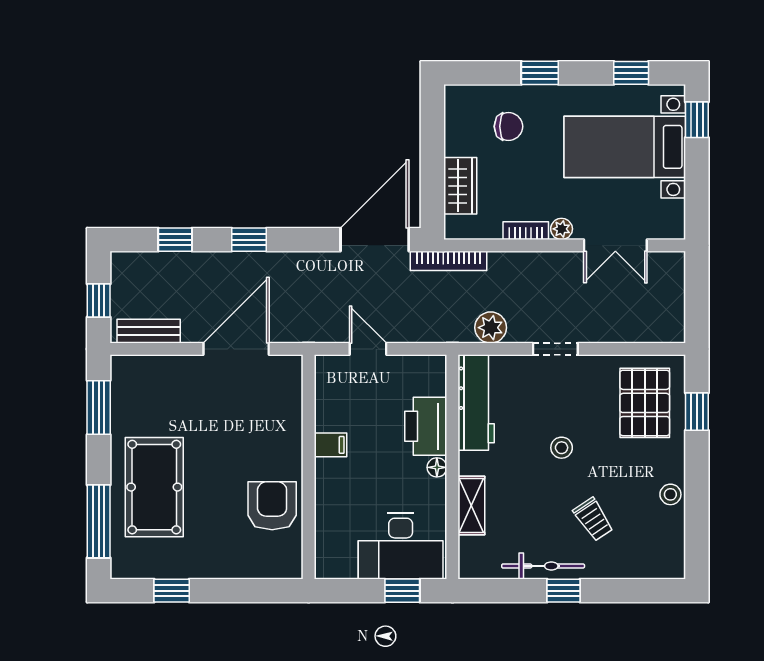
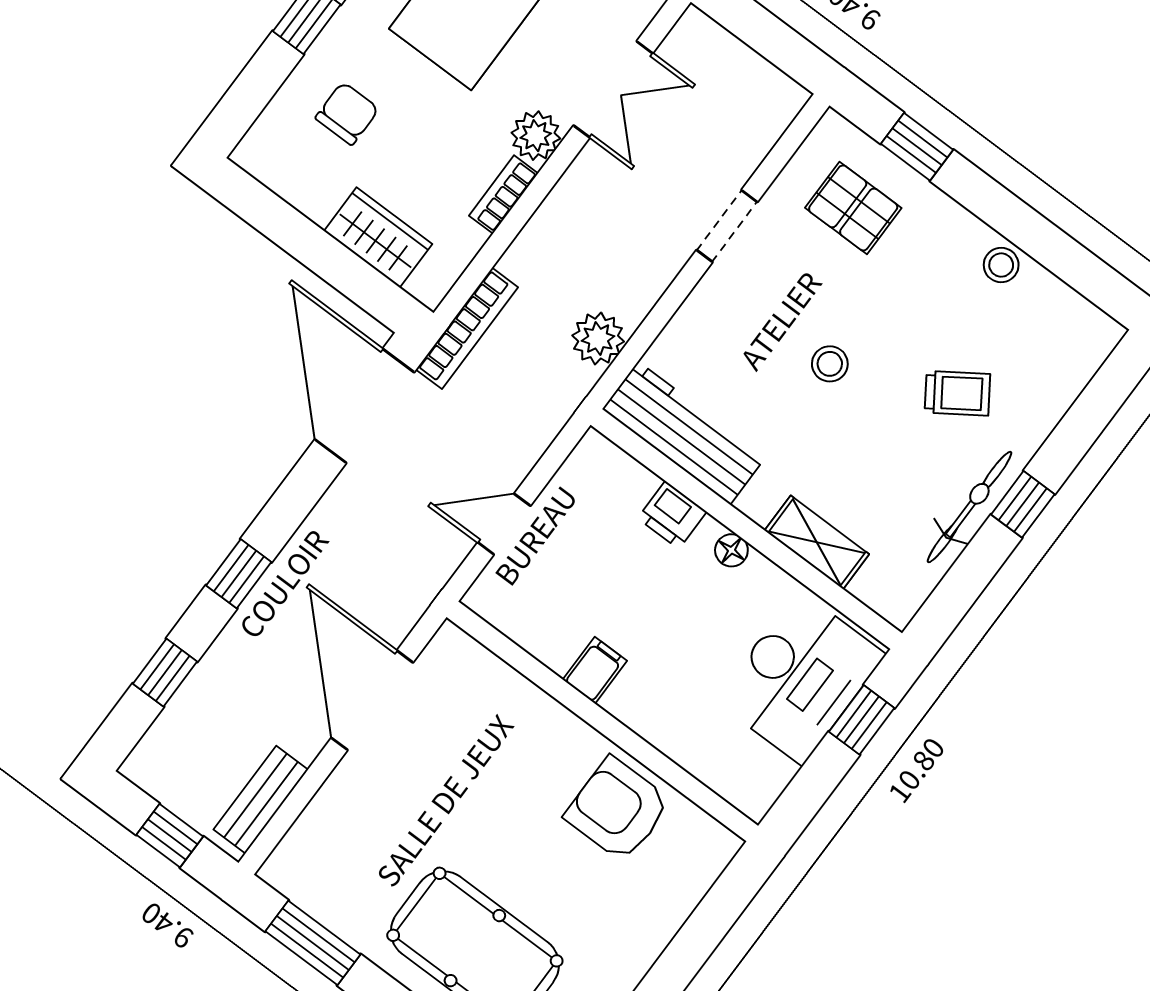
plant: (562, 229) -> (536, 136), width x1.38, depth x1.38
doorway: (555, 349) -> (727, 226), moved
pallet: (645, 403) -> (853, 208), width x0.67, depth x0.71
printer: (426, 426) -> (672, 515), width x0.53, depth x0.68

